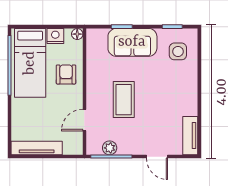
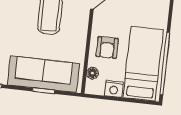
floor lamp: (77, 34) -> (92, 73), moved
sofa: (132, 42) -> (43, 74), width x1.36

